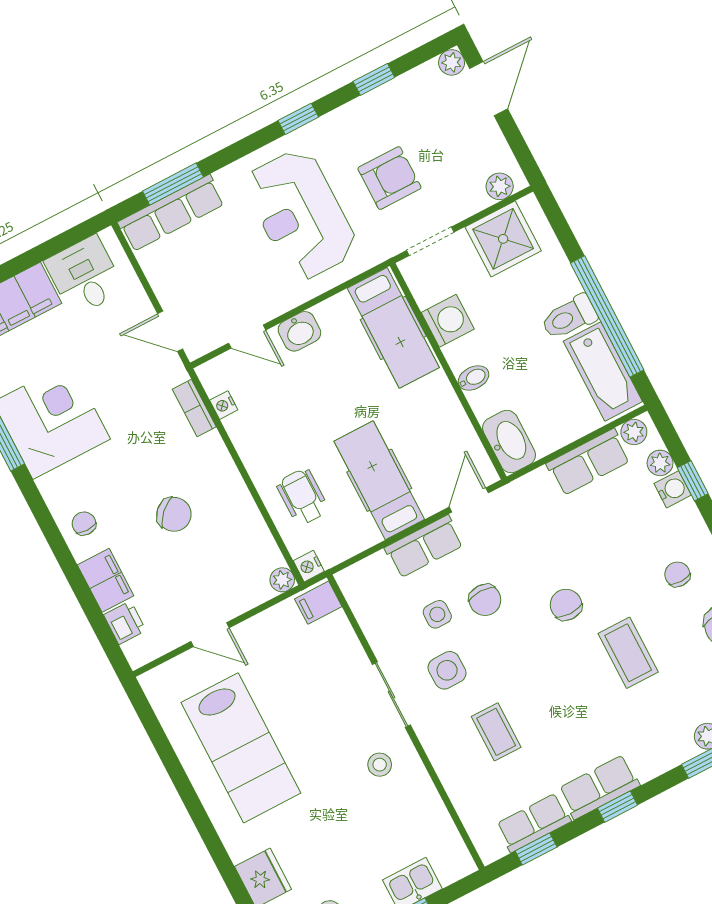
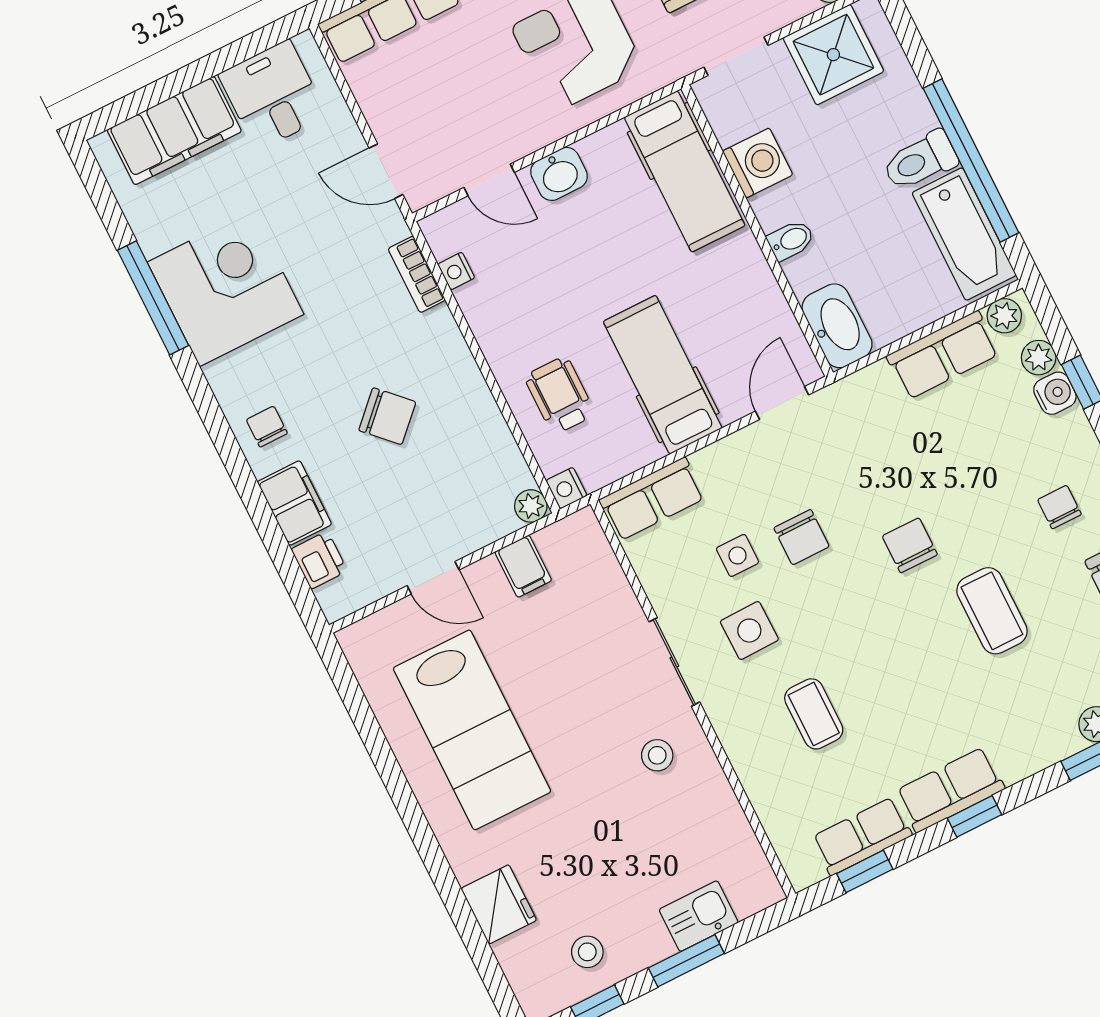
row of seats: (424, 546) -> (652, 499), moved
filing cabinet: (318, 603) -> (523, 566), moved, turned -90

